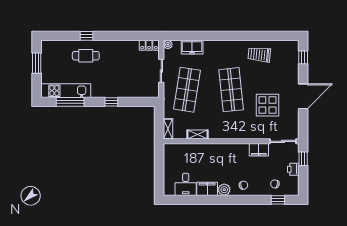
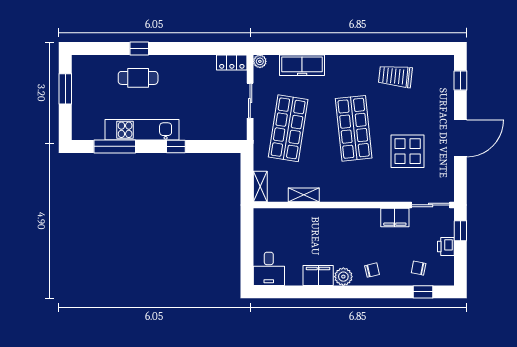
freezer: (192, 47) -> (302, 65), width x1.40
kitchen unit: (66, 91) -> (142, 130), moved
desk: (186, 184) -> (269, 269), moved

